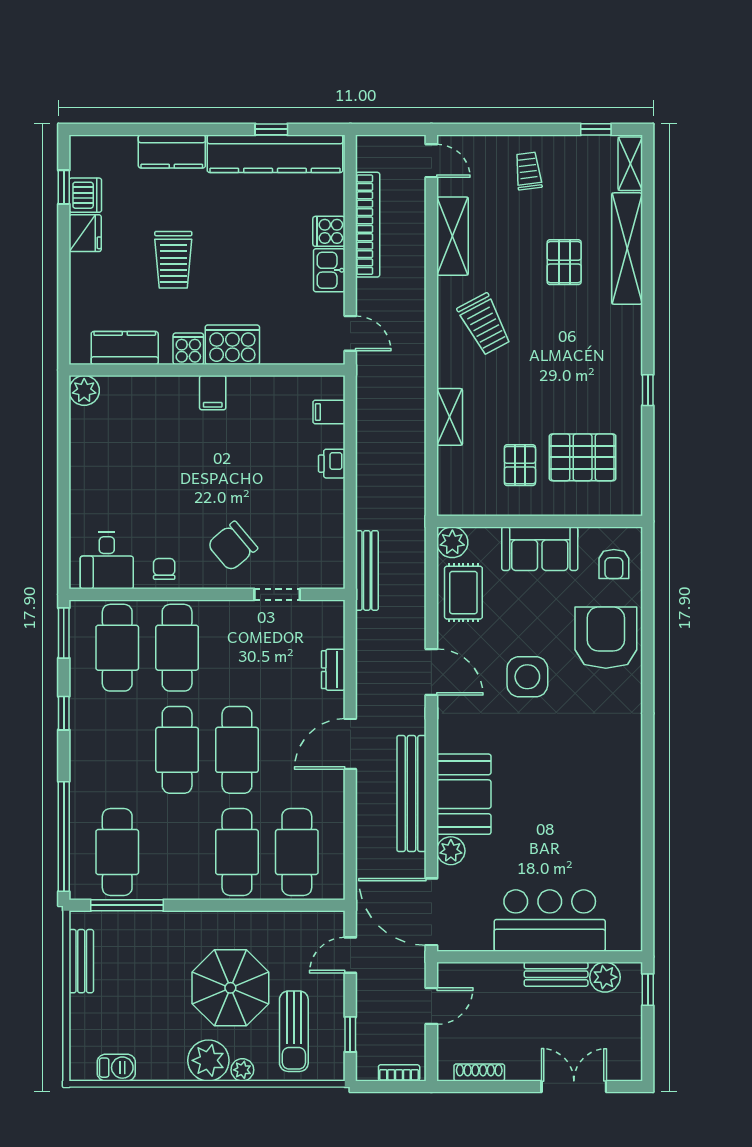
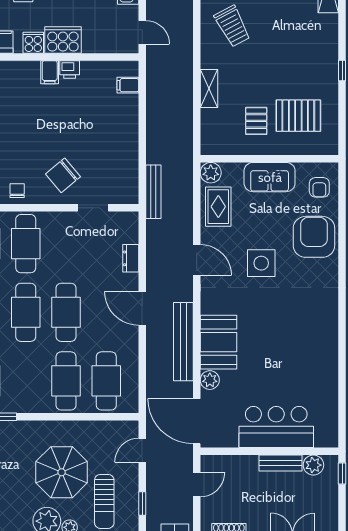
printer: (332, 464) -> (70, 69), moved, turned -90
door: (350, 744) -> (142, 308), hinge flipped

